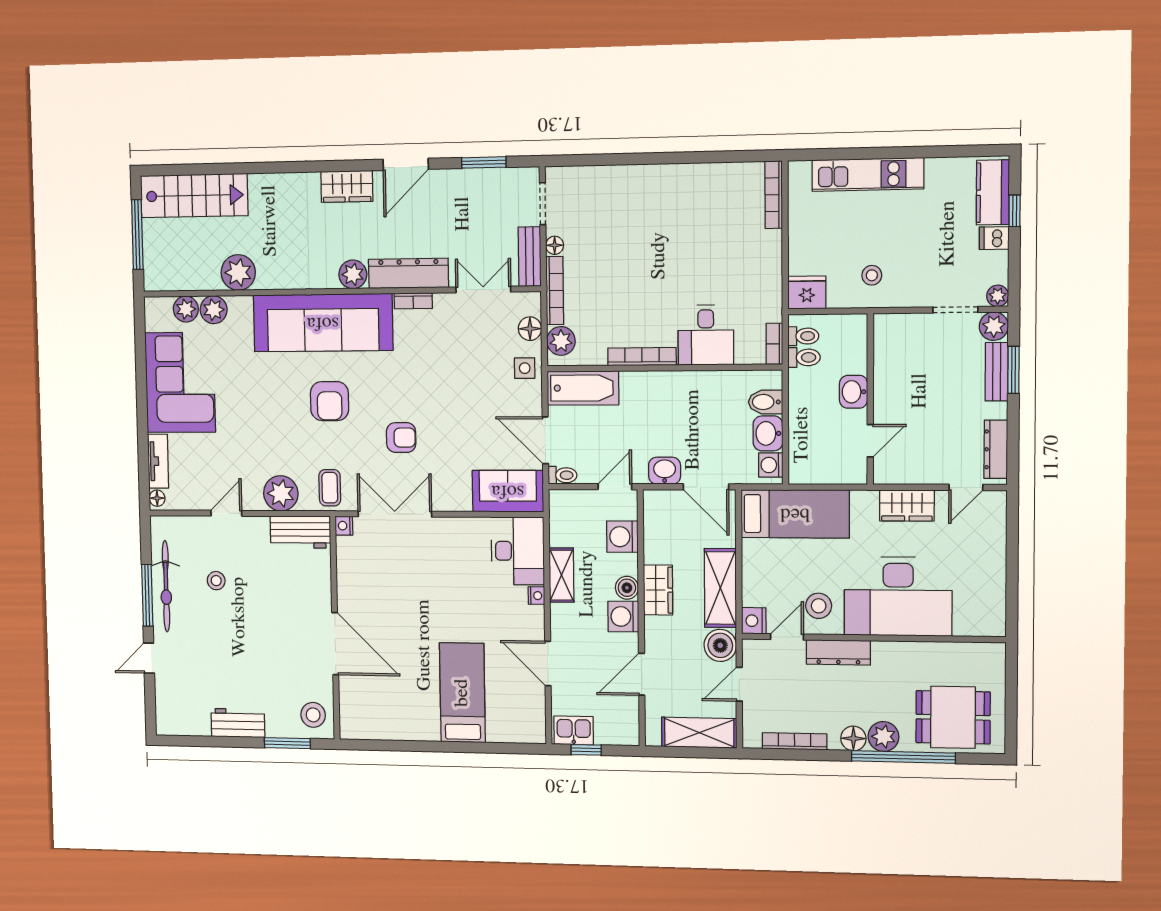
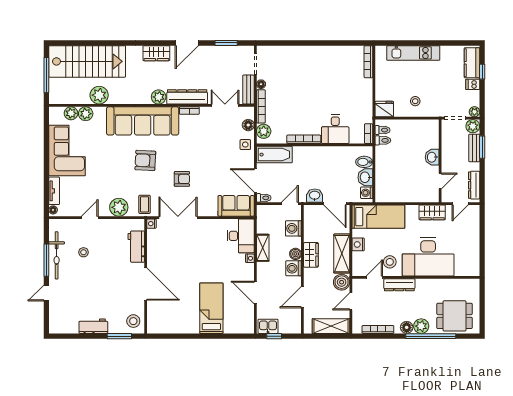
stairs: (194, 196) -> (87, 61), width x1.36, depth x1.51
washbasin: (854, 392) -> (432, 157), moved
wall: (870, 399) -> (440, 161), moved
armchair: (330, 401) -> (145, 160), turned 93
door: (870, 441) -> (440, 181), moved
workbench: (300, 532) -> (136, 247), moved, turned 90
nightstand: (754, 621) -> (358, 244), moved

